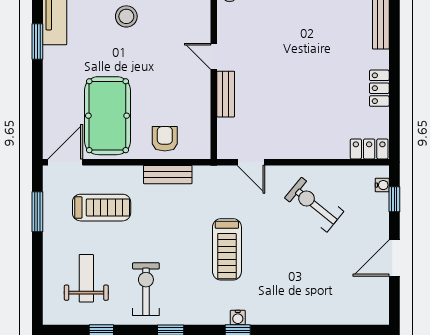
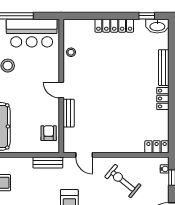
locker: (379, 88) -> (163, 99), moved
armchair: (165, 139) -> (49, 133), moved
bench: (168, 175) -> (48, 162), moved

